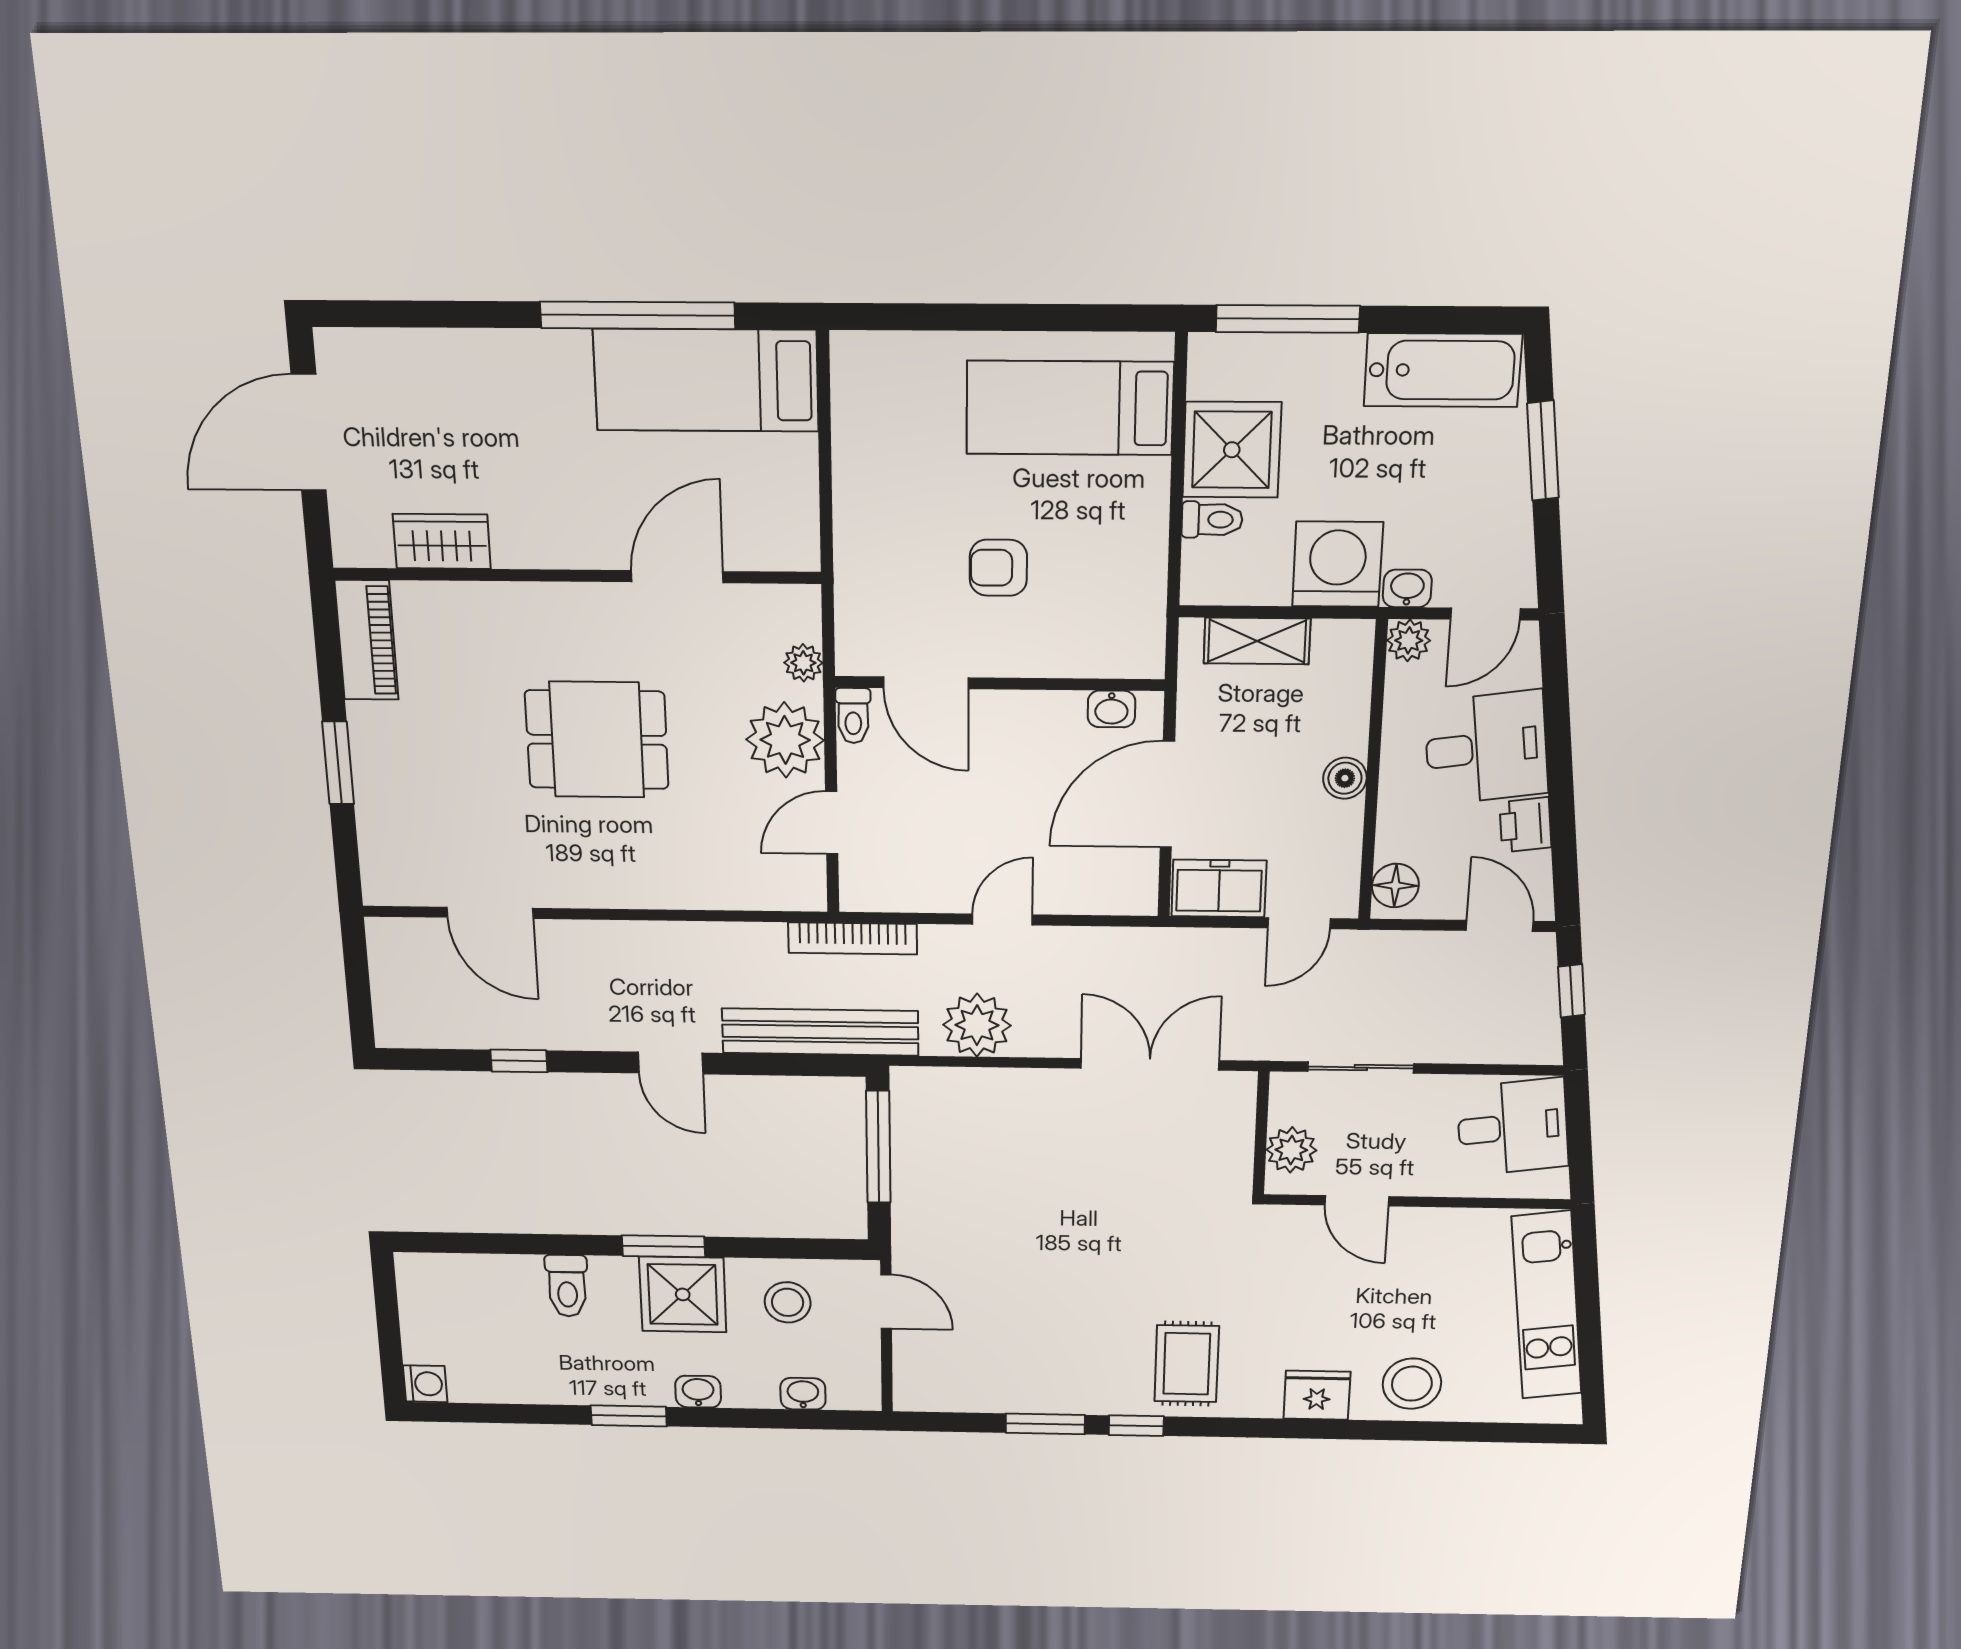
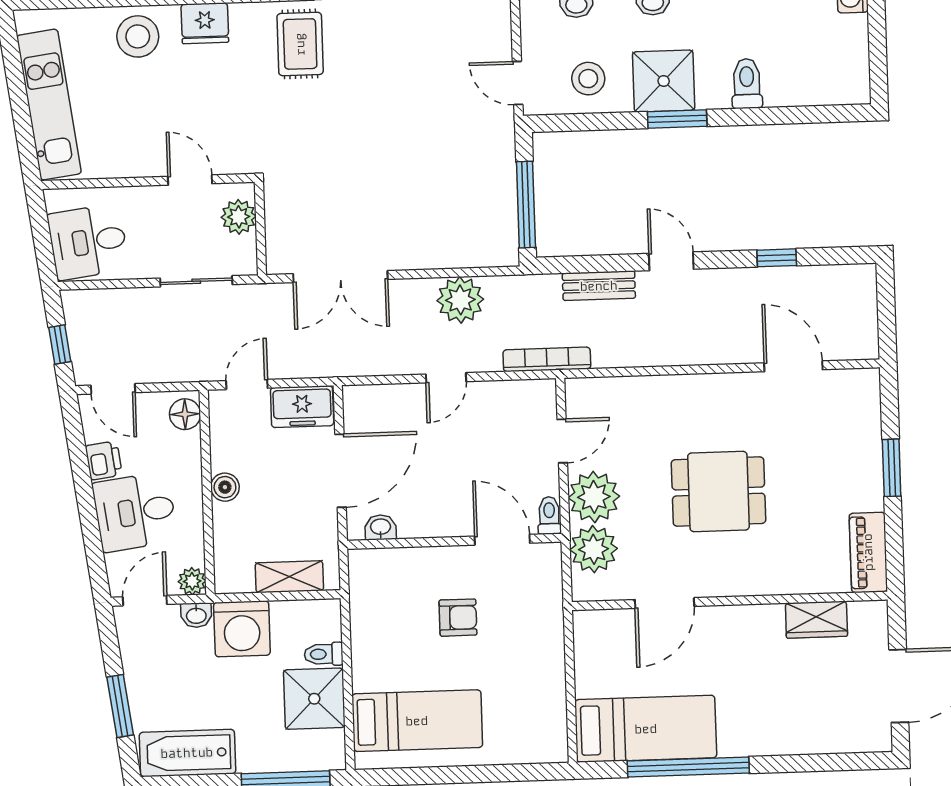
plant: (803, 663) -> (594, 549), width x1.88, depth x1.88
bench: (820, 1032) -> (599, 286), width x0.54, depth x0.82

